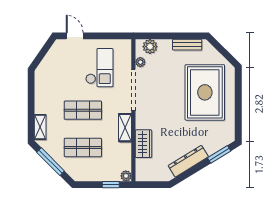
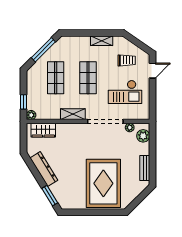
trolley: (63, 66) -> (127, 60), added
rug: (205, 92) -> (103, 183), turned 90
shelving: (40, 127) -> (102, 41), moved
wardrobe: (143, 144) -> (43, 130), moved

